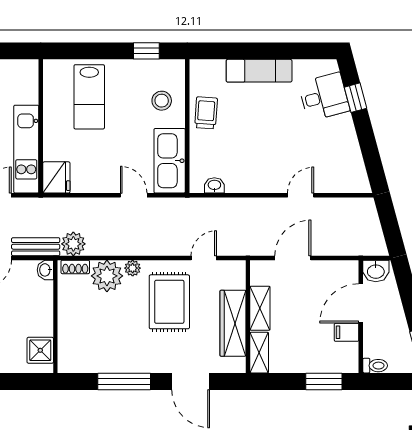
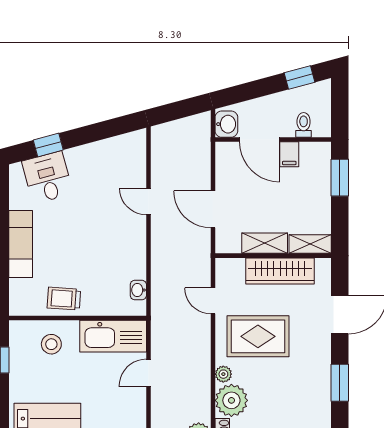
toilet: (375, 366) -> (304, 125), moved
window: (124, 381) -> (340, 383), width x0.69

